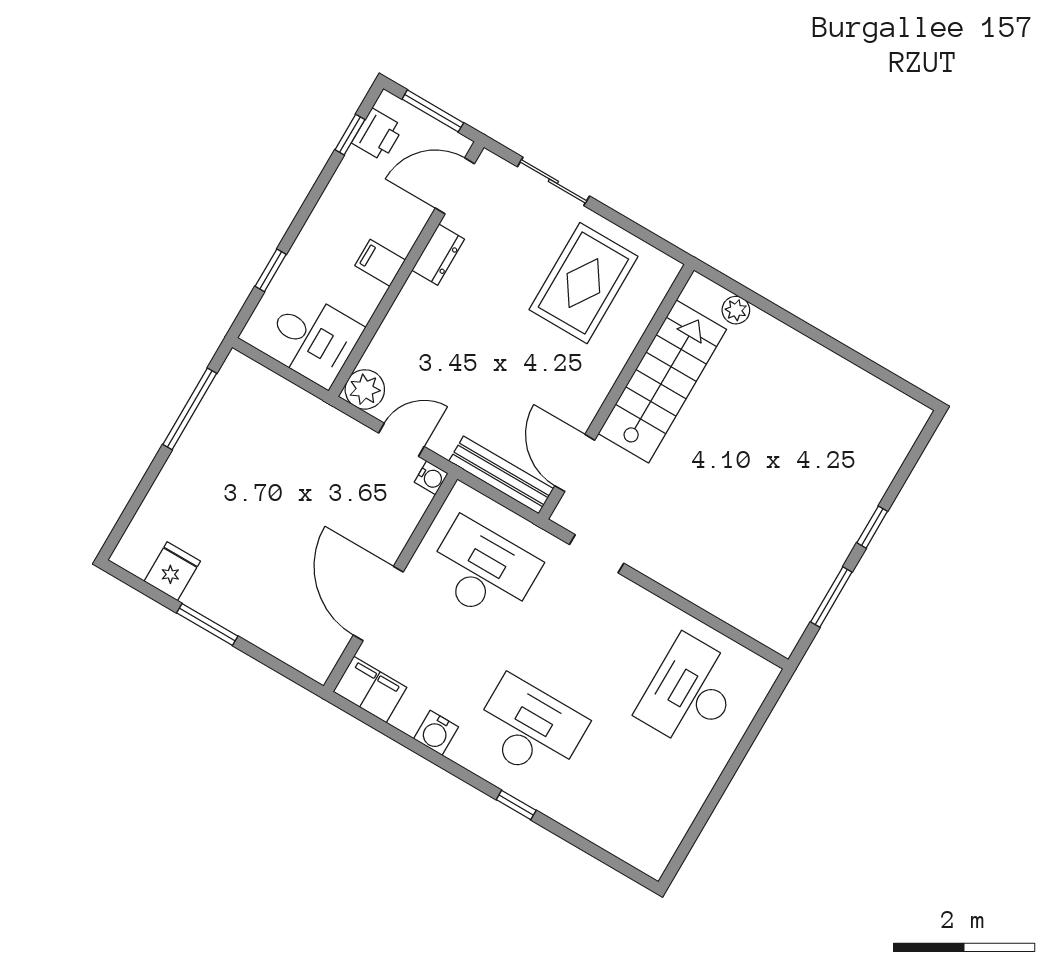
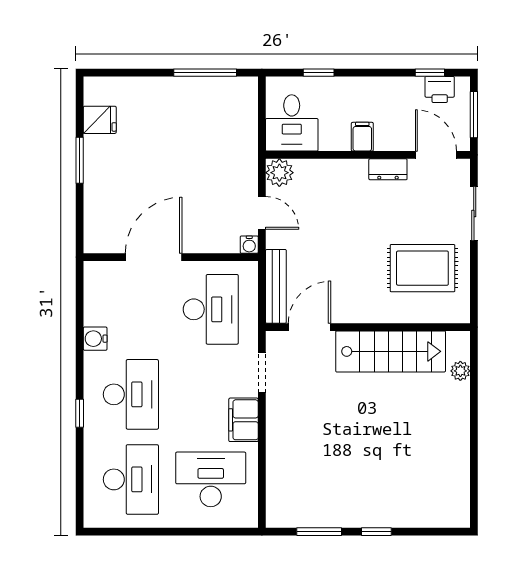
filing cabinet: (370, 690) -> (244, 420), moved, turned 180
desk: (633, 790) -> (131, 479), added

